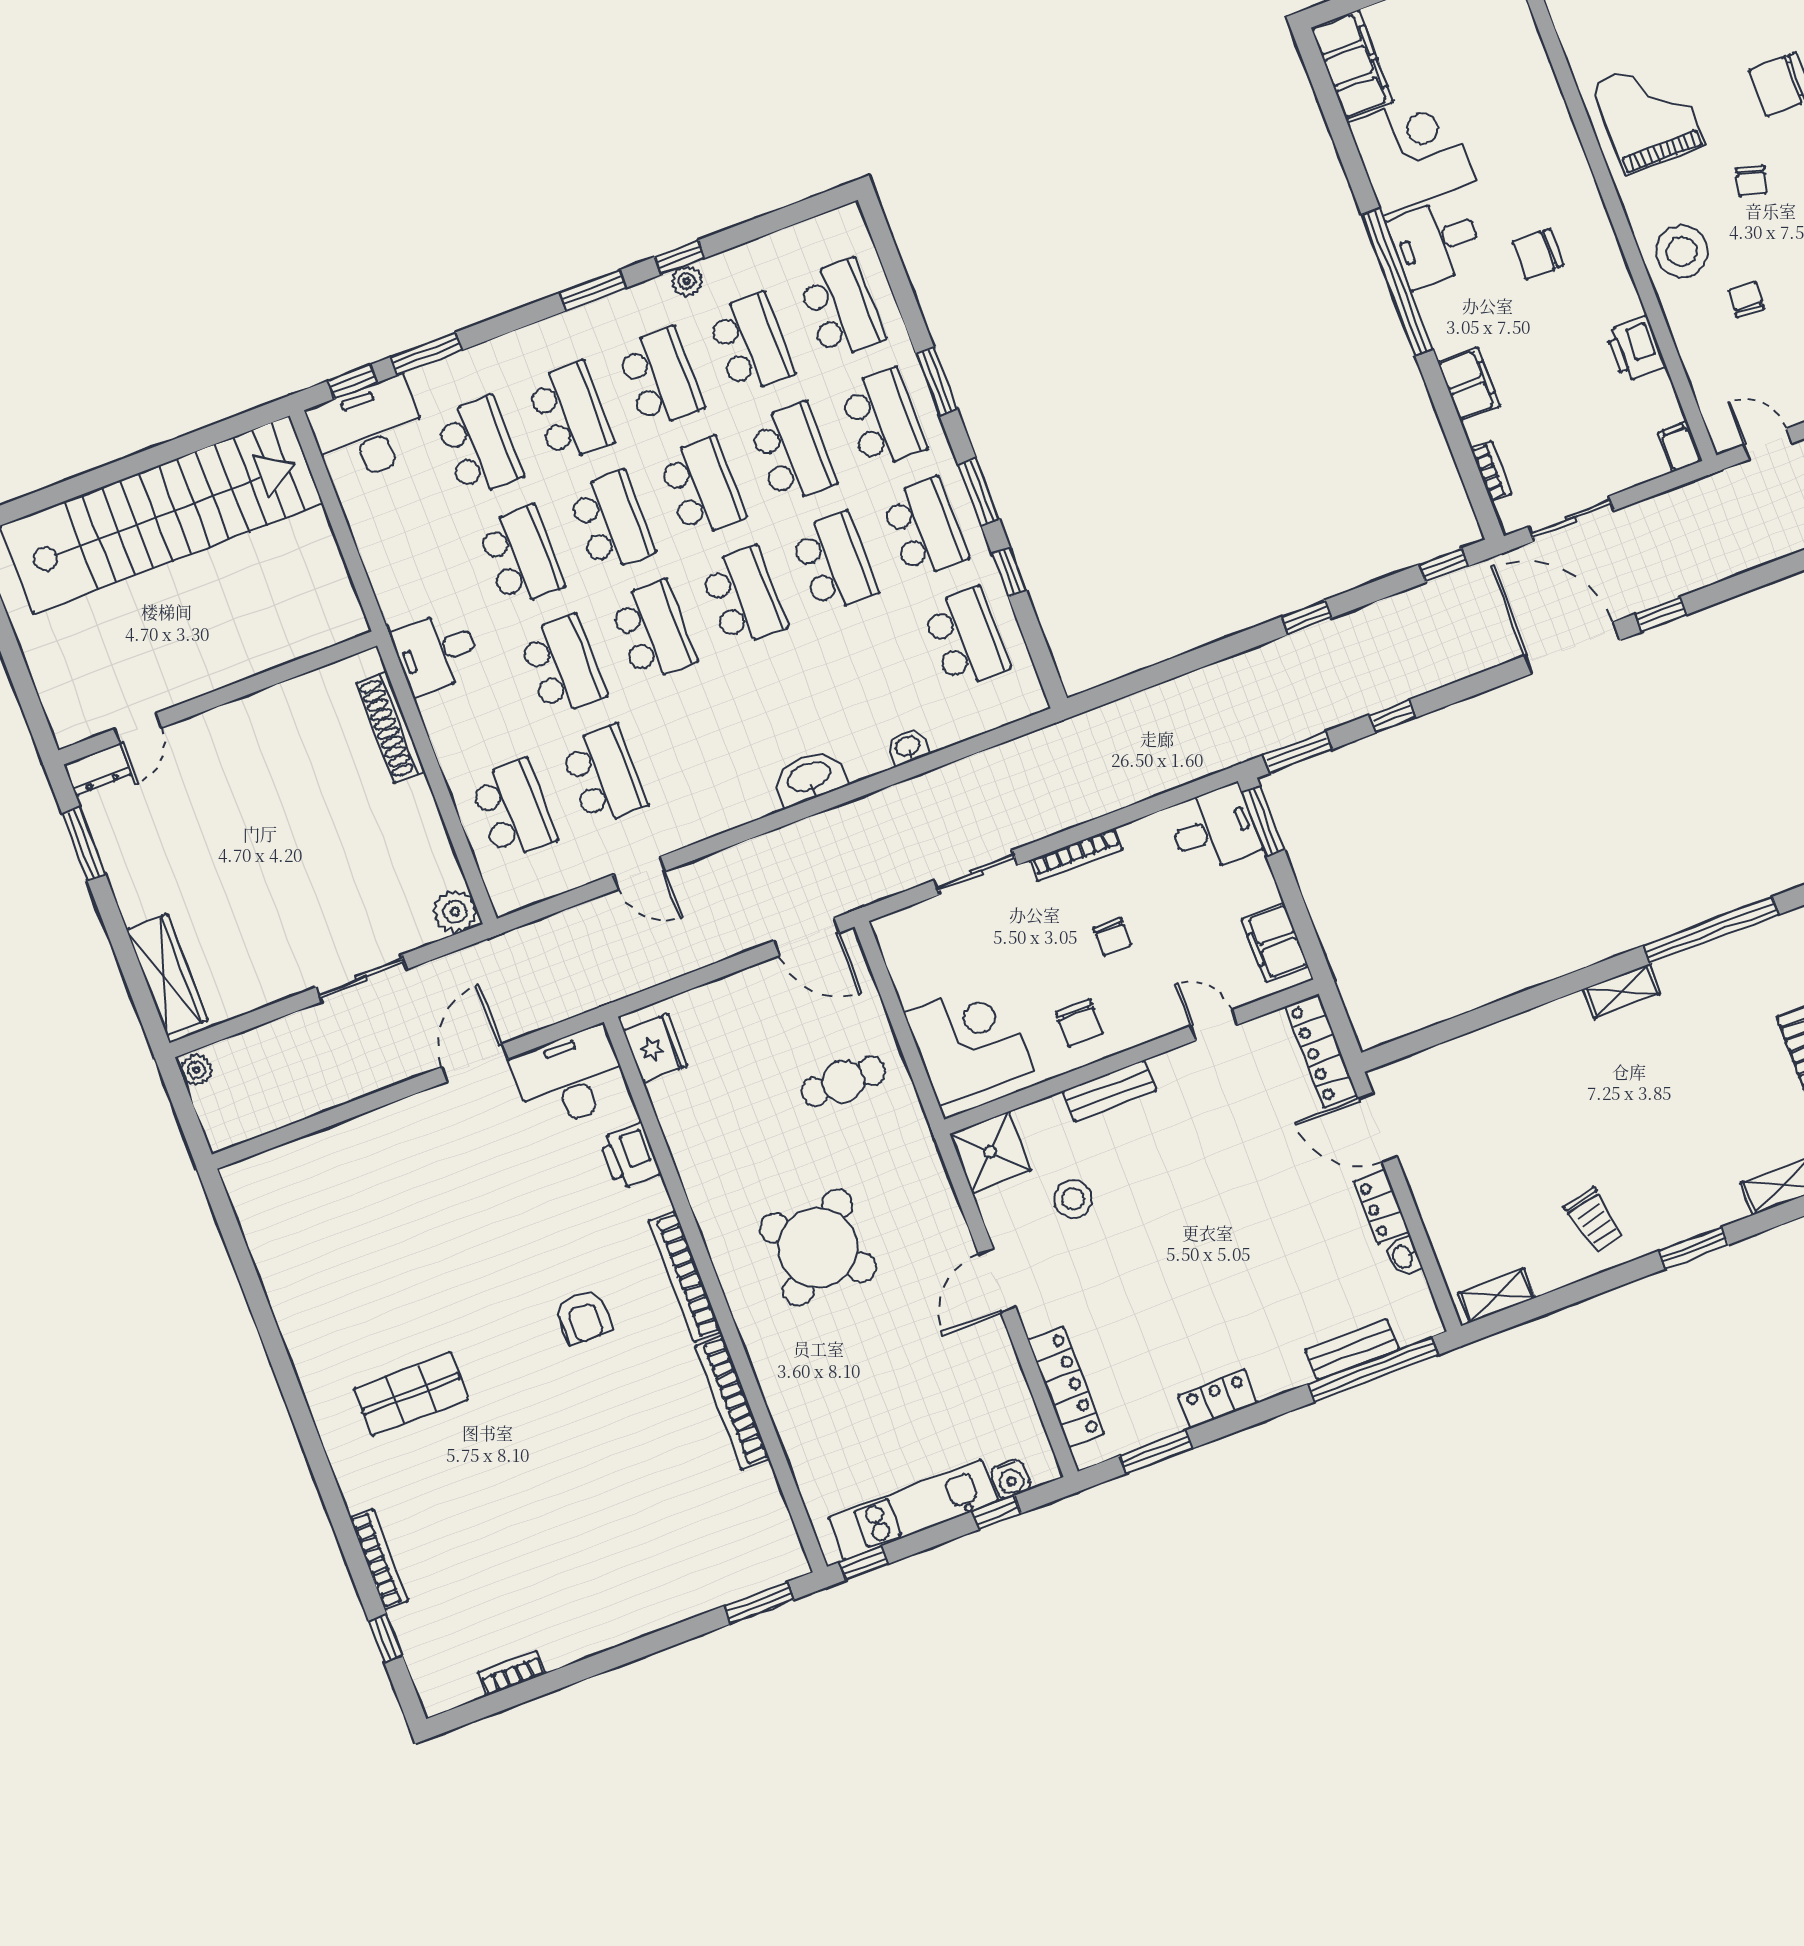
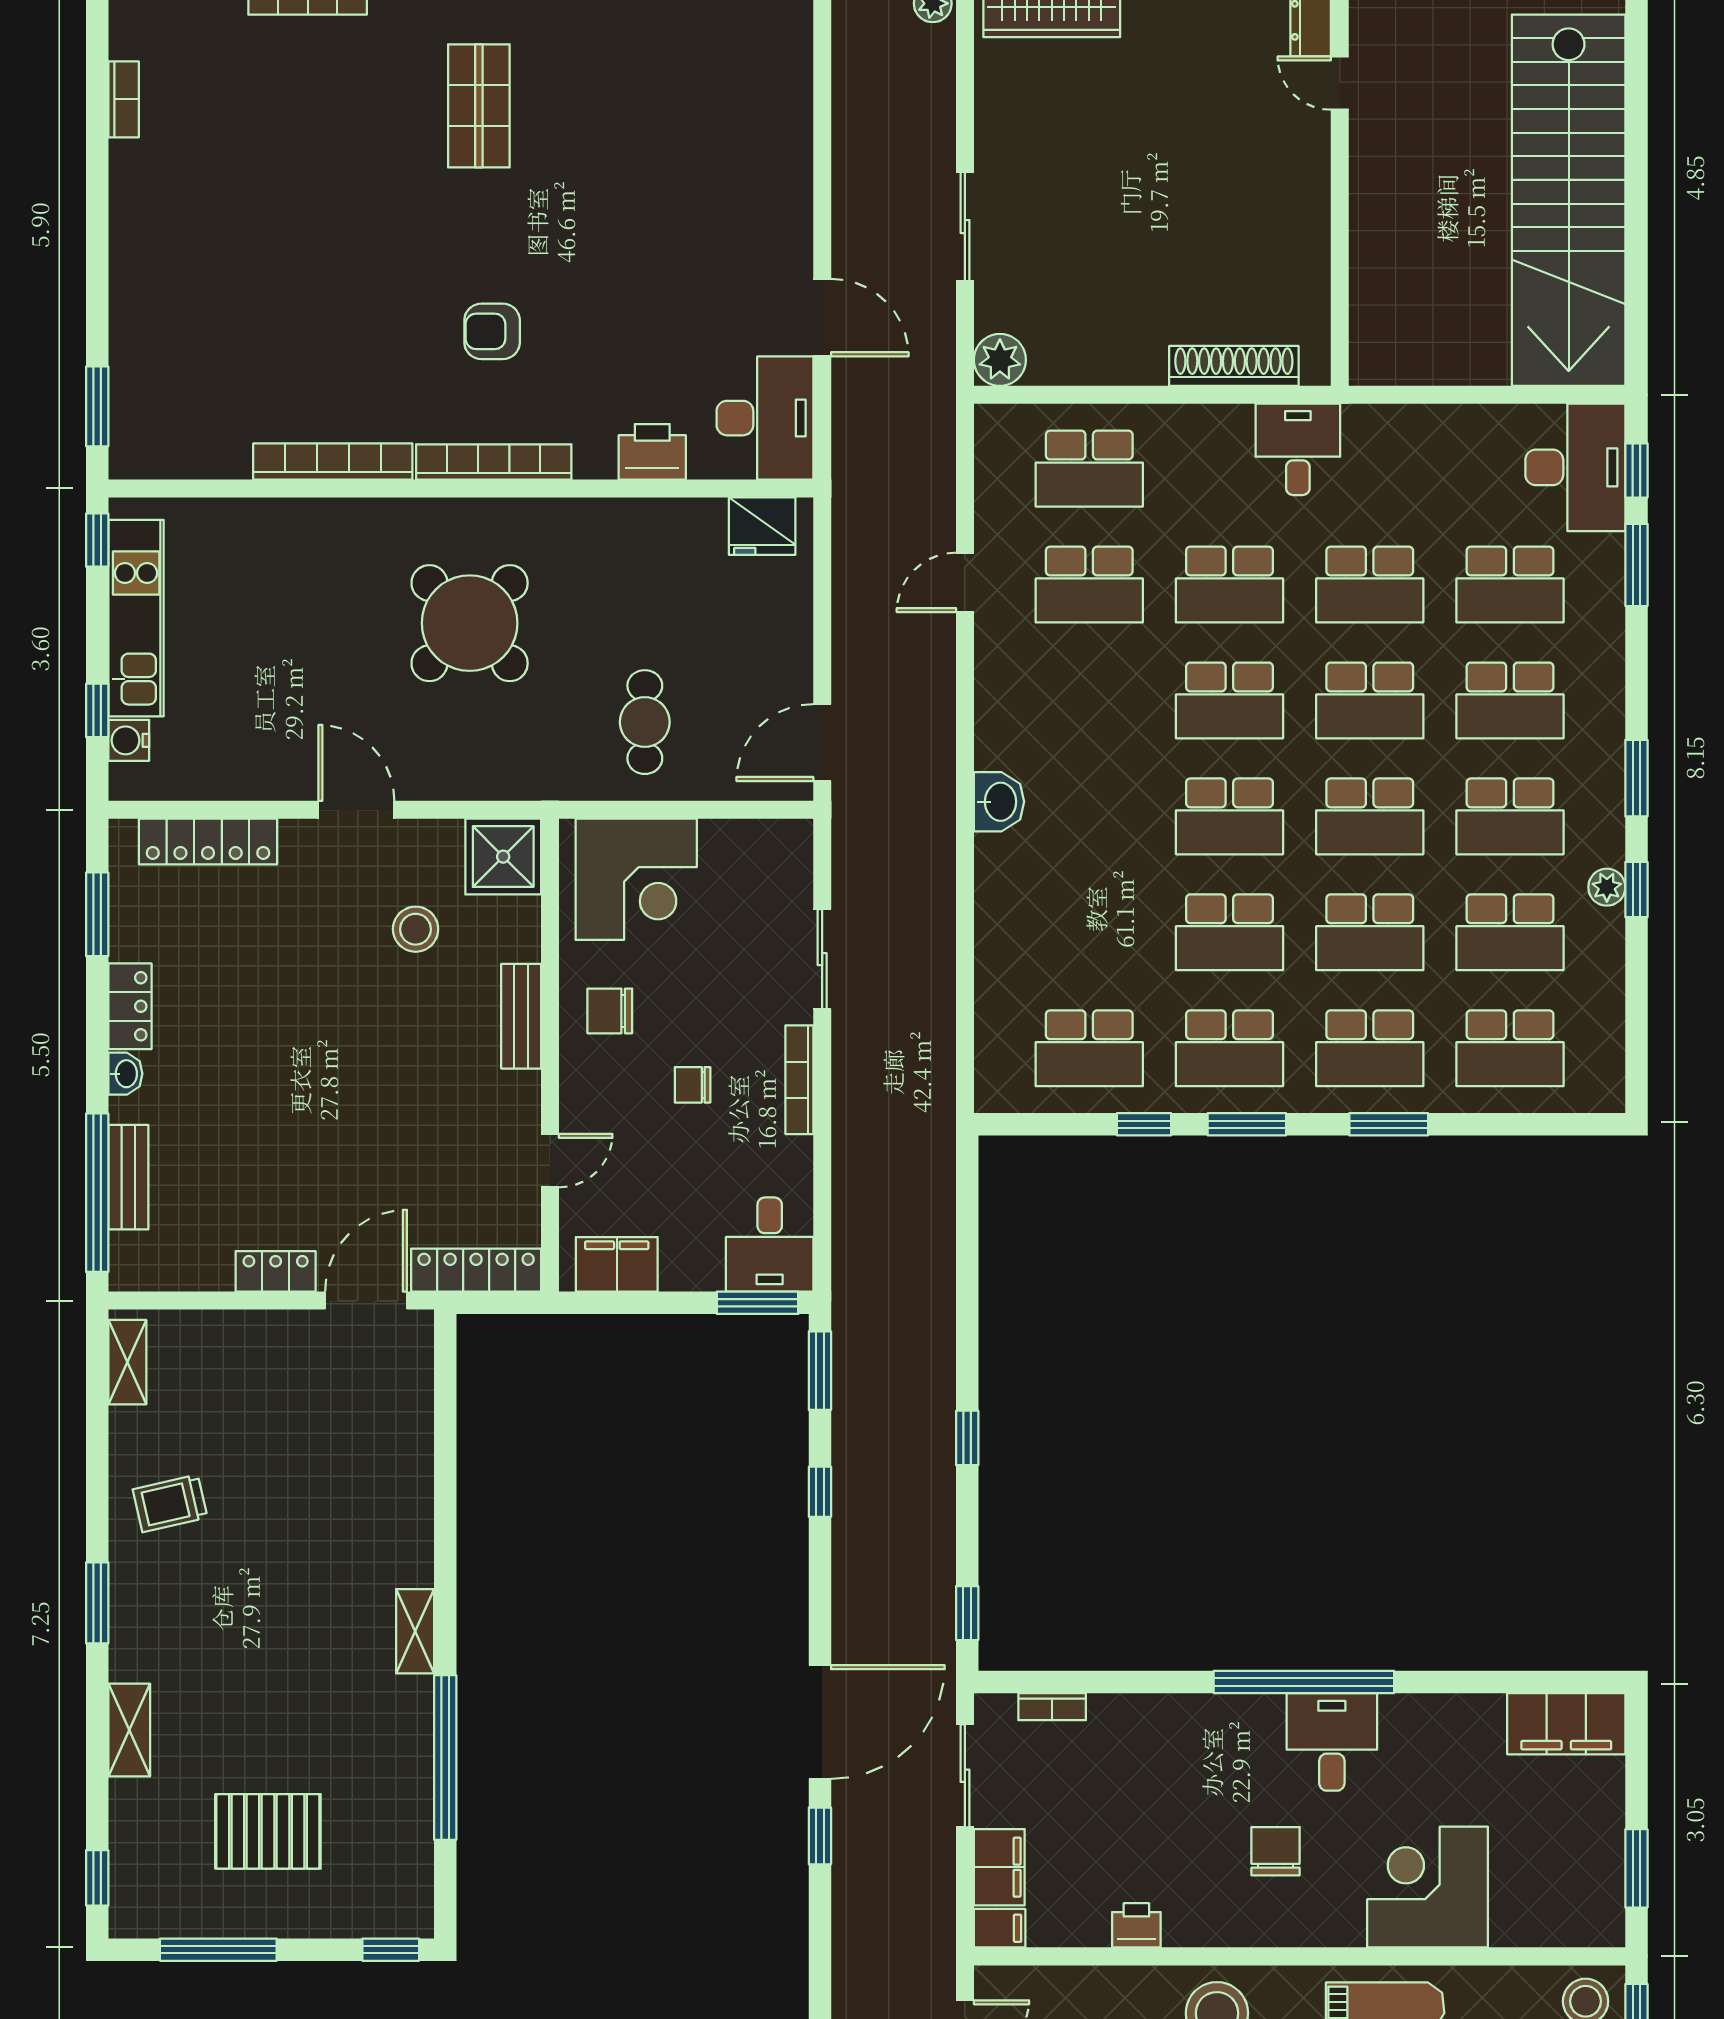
corner desk: (1412, 152) -> (1428, 1887), moved, turned 180
printer: (1635, 349) -> (1136, 1925), width x0.73, depth x0.81
filing cabinet: (1469, 384) -> (999, 1867), moved, turned -90
washbasin: (908, 747) -> (992, 937), removed
washbasin: (809, 778) -> (999, 802), width x0.72
washbasin: (1403, 1256) -> (125, 1074), moved, turned 90

